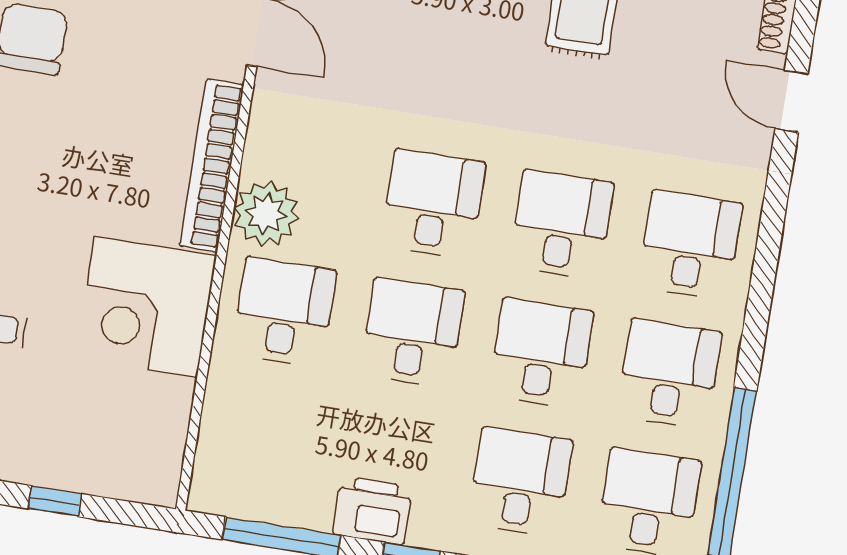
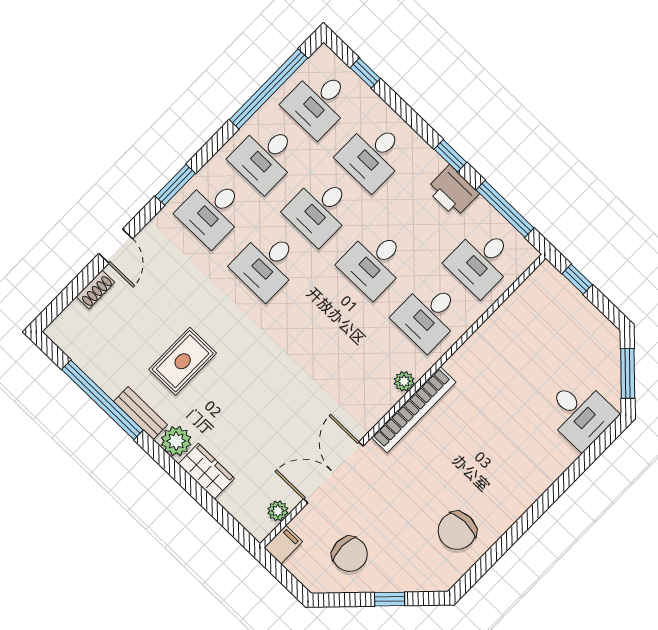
desk: (433, 204) -> (481, 261), moved
plant: (266, 214) -> (404, 381), width x0.53, depth x0.53
window: (768, 246) -> (175, 185), added
corner desk: (146, 307) -> (492, 364), removed
window: (55, 501) -> (577, 279), moved

